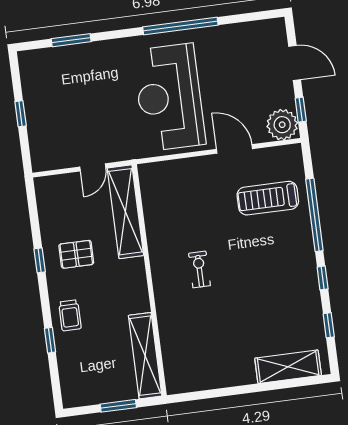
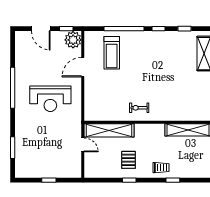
door: (295, 63) -> (41, 29), swing flipped
reception desk: (169, 97) -> (50, 99), width x0.74, depth x0.77
exercise bike: (199, 269) -> (139, 108), moved

